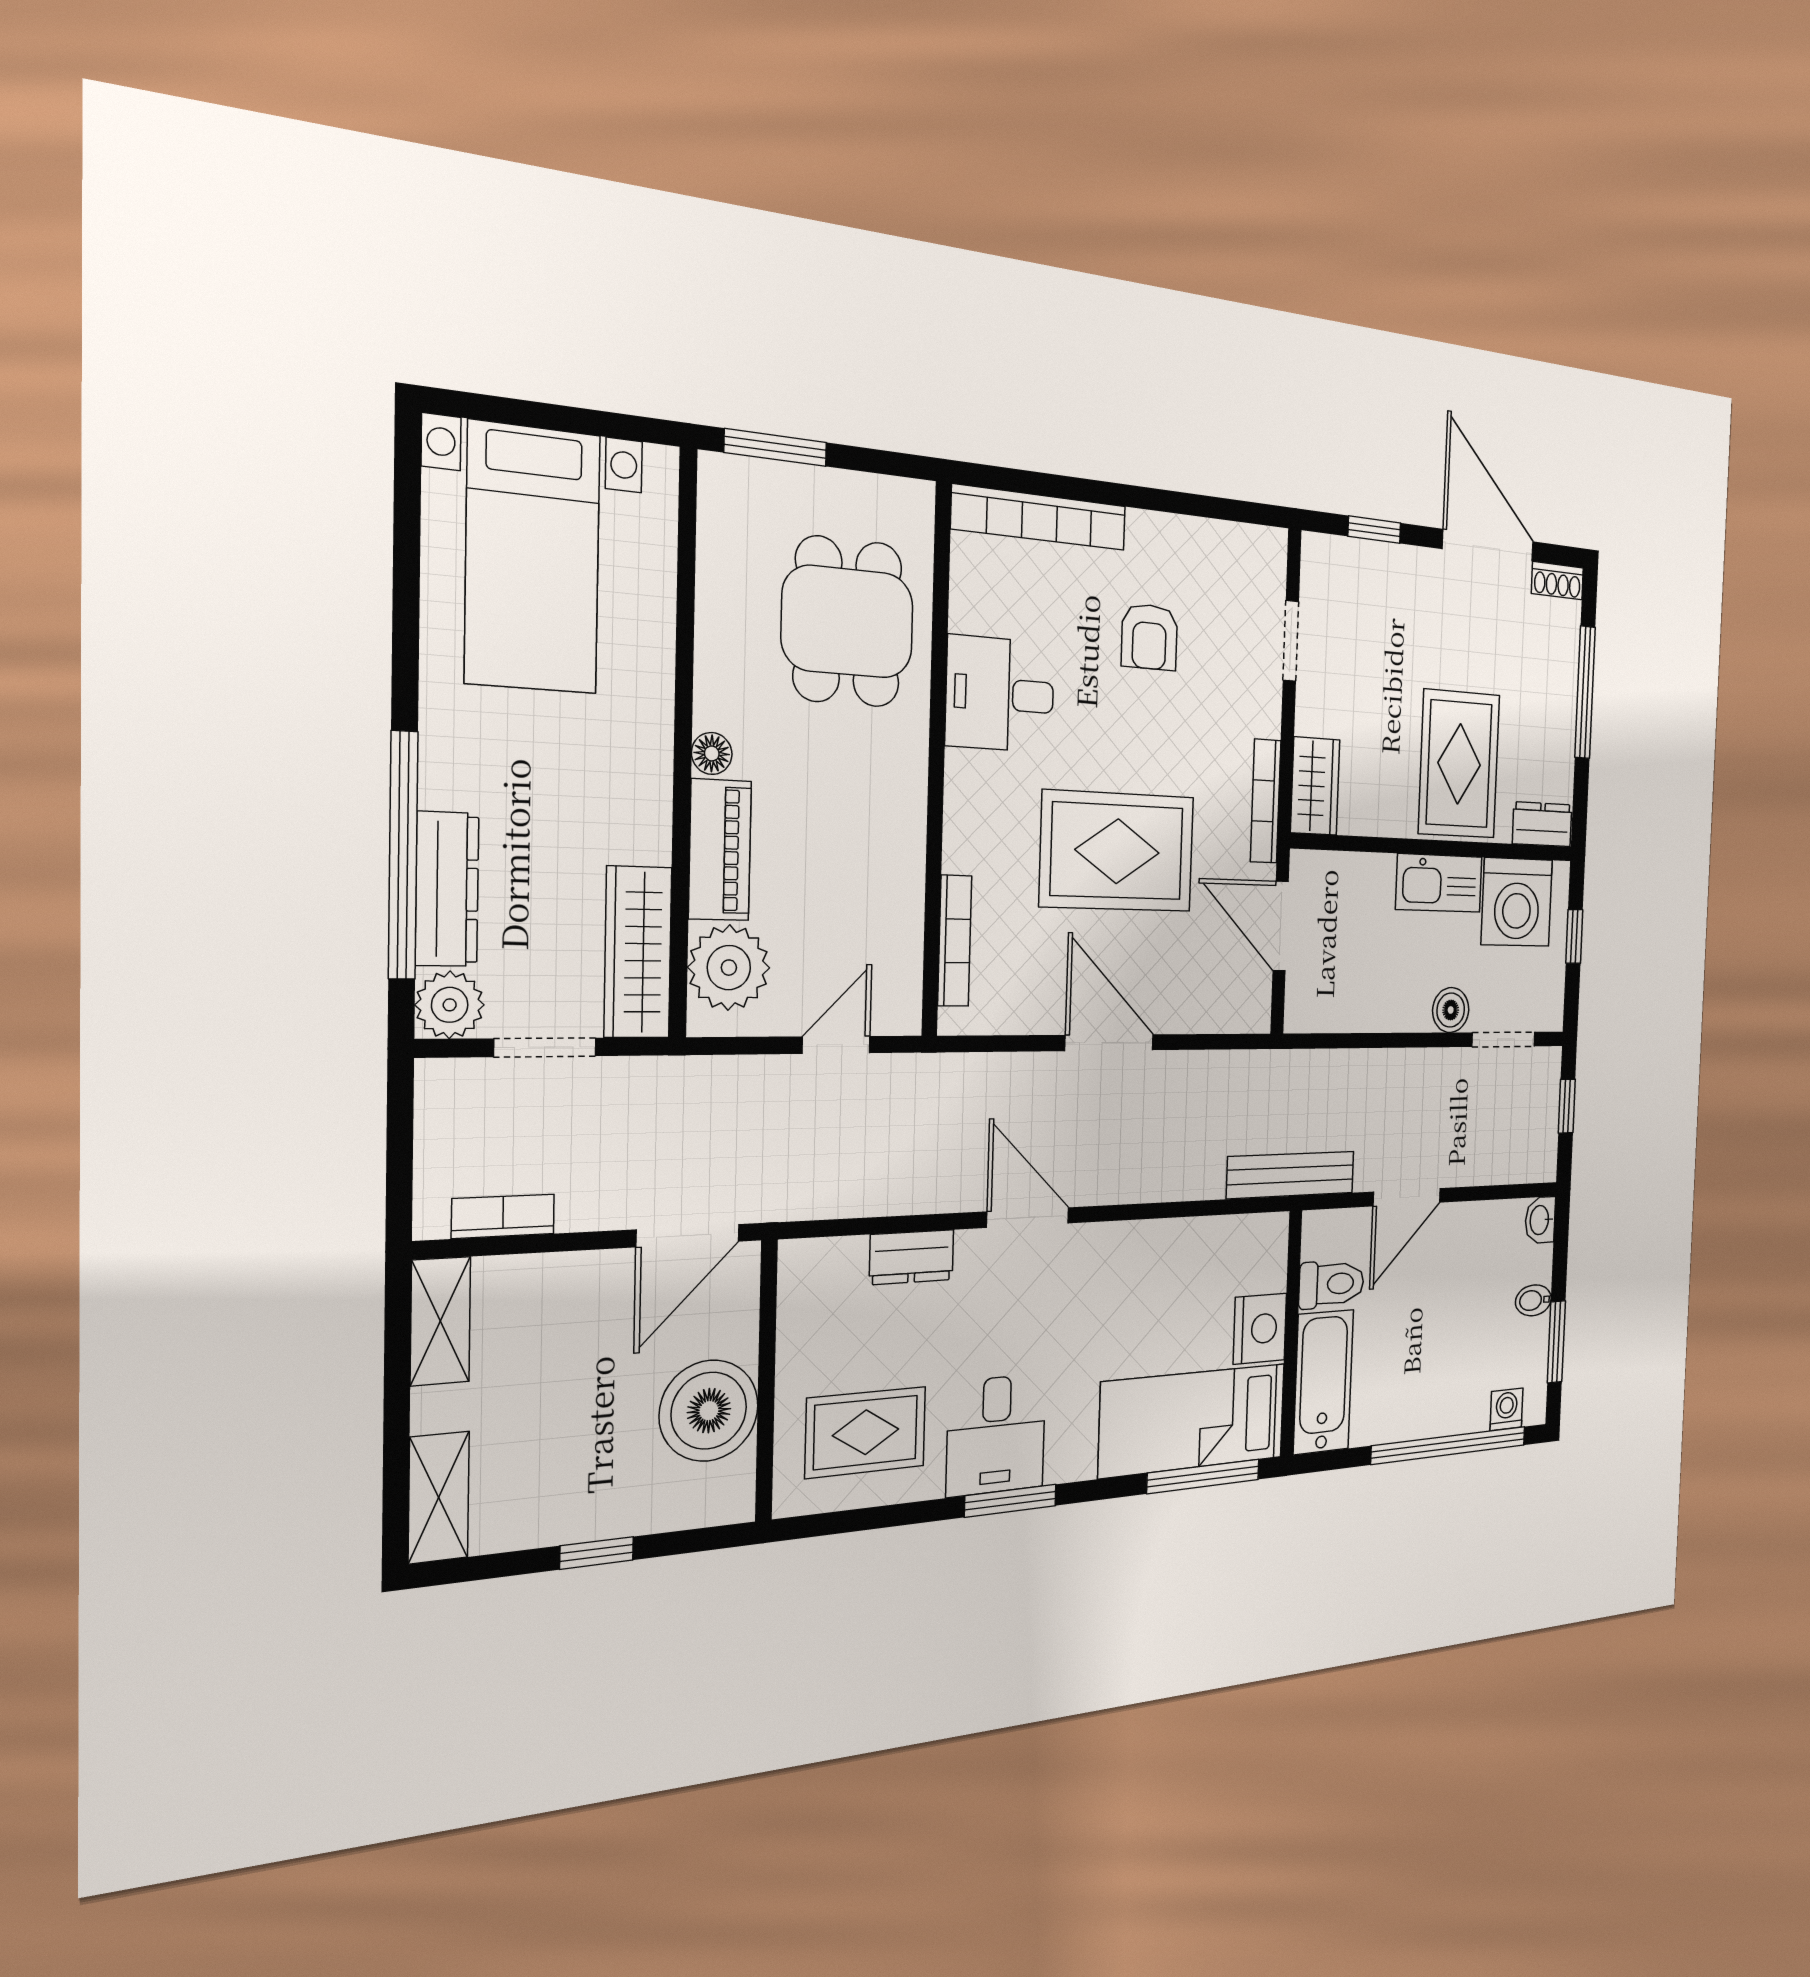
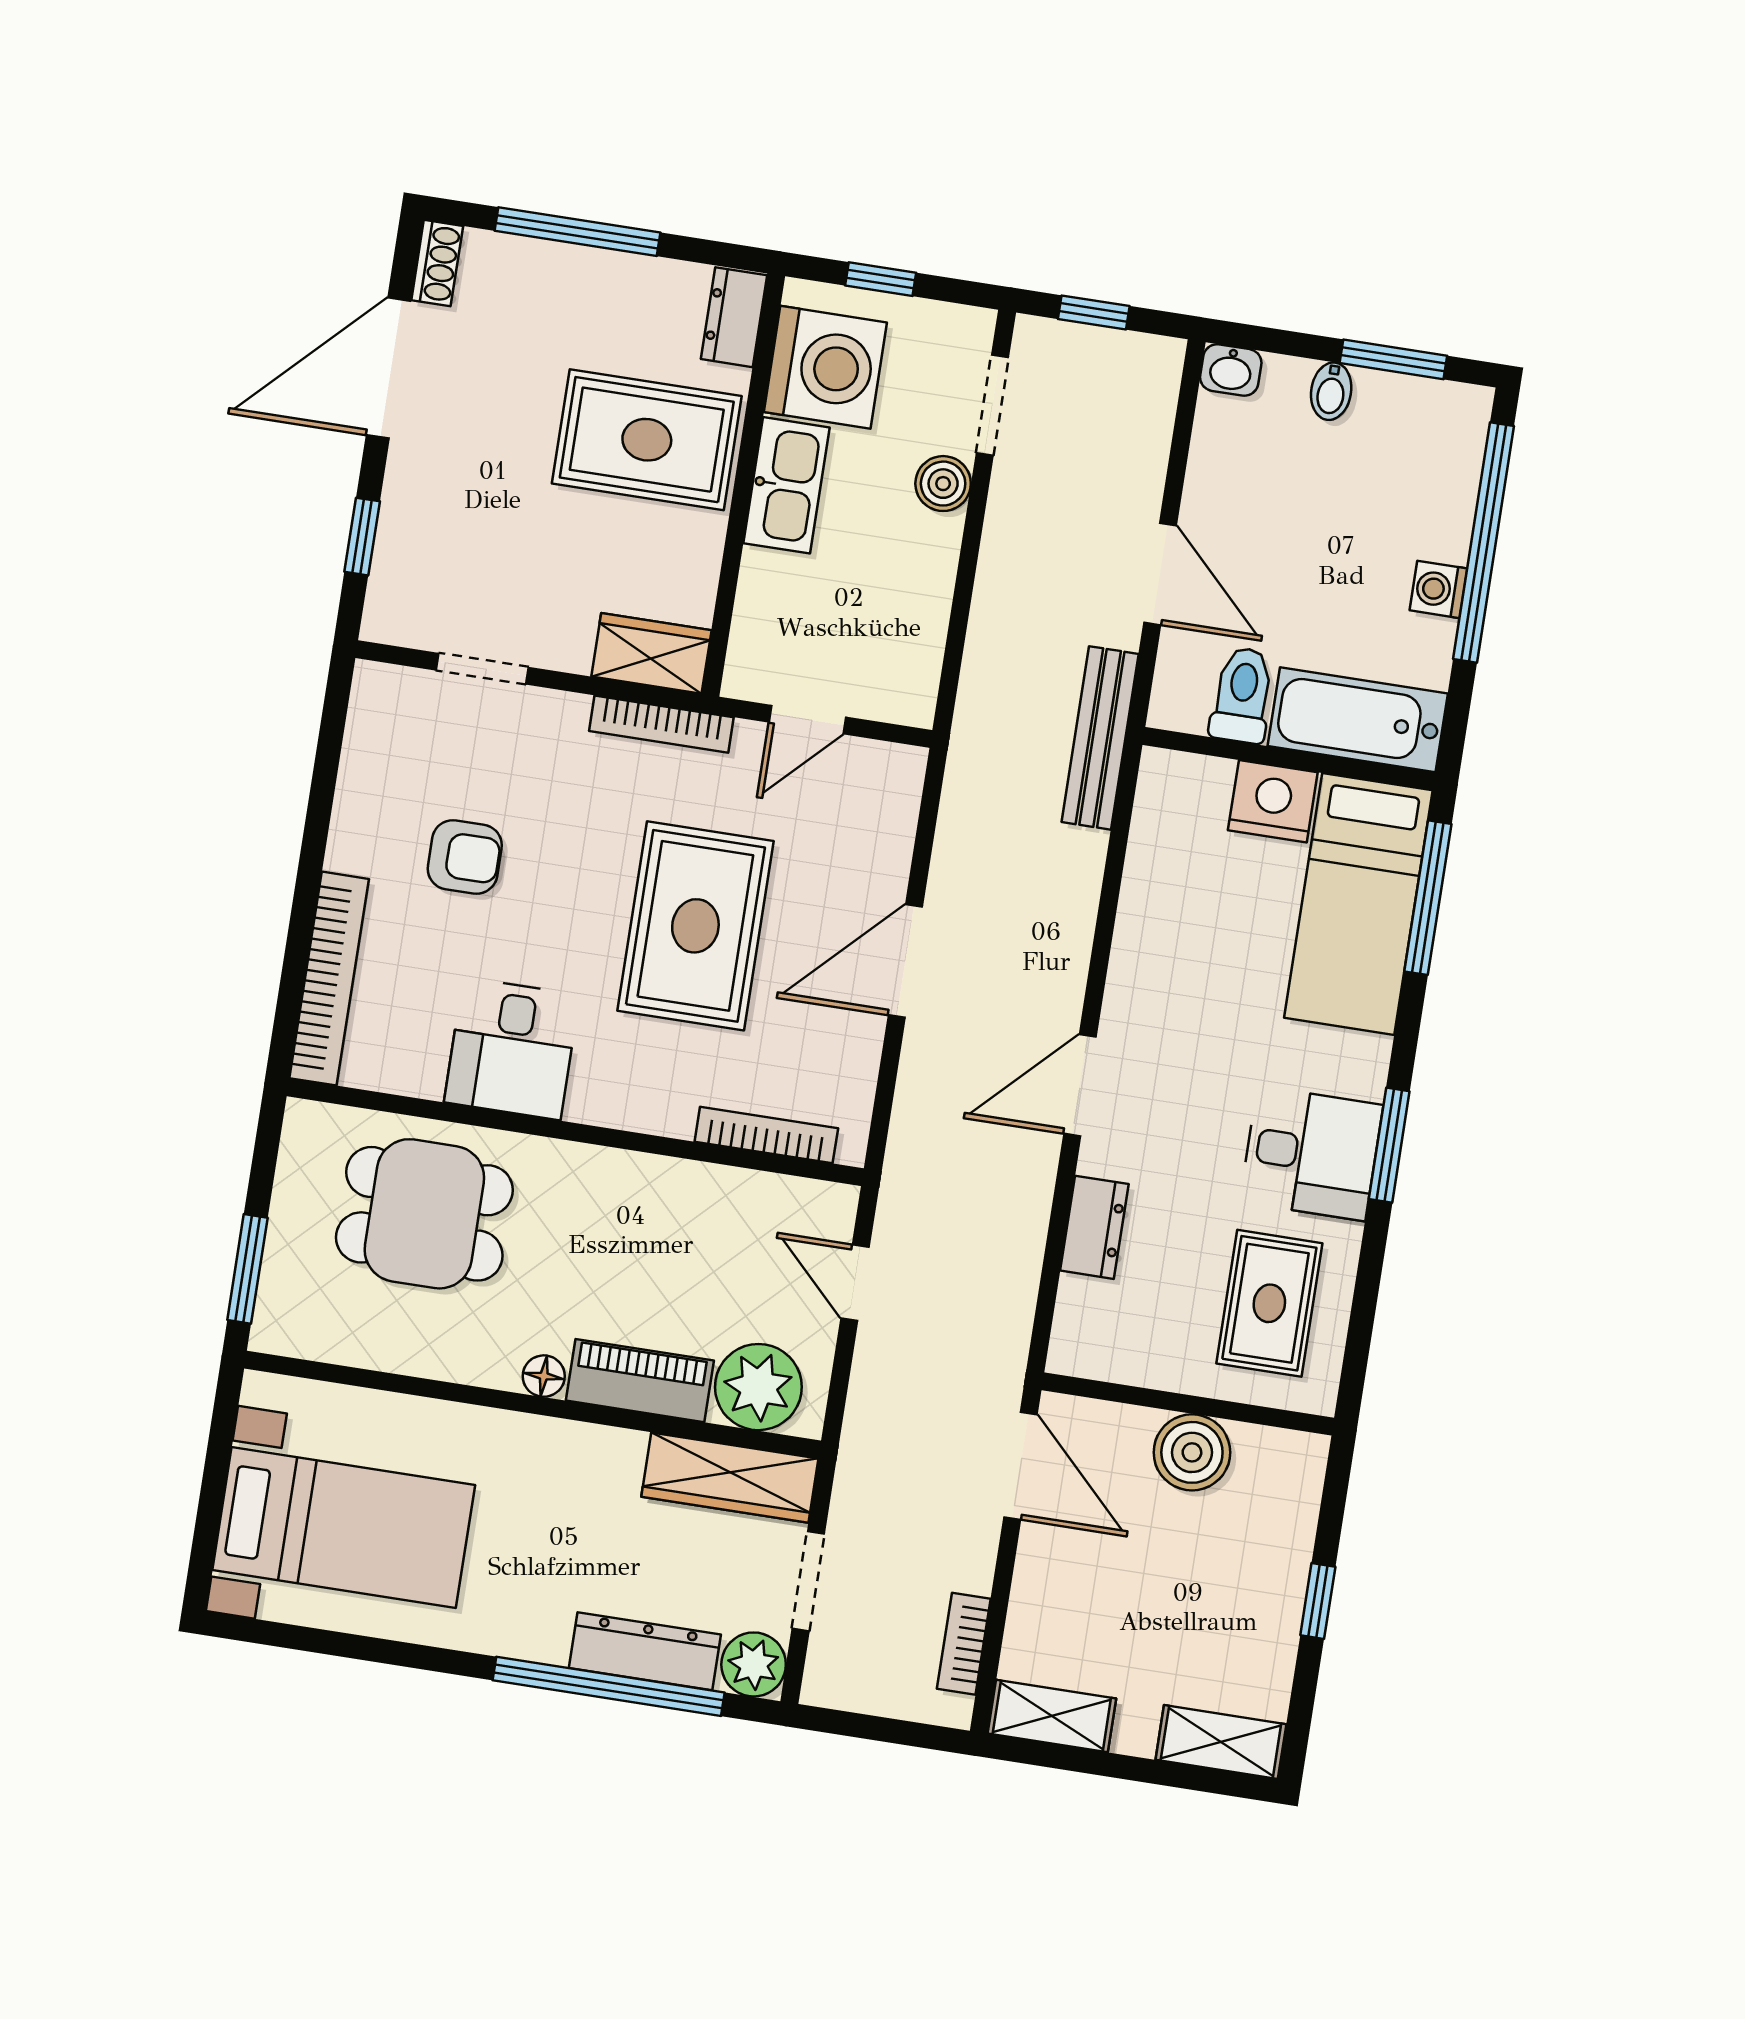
door: (1281, 926) -> (807, 720), width x0.73
washing machine: (1507, 1409) -> (1438, 589), moved
boiler: (709, 1411) -> (1192, 1452), width x0.73, depth x0.73

